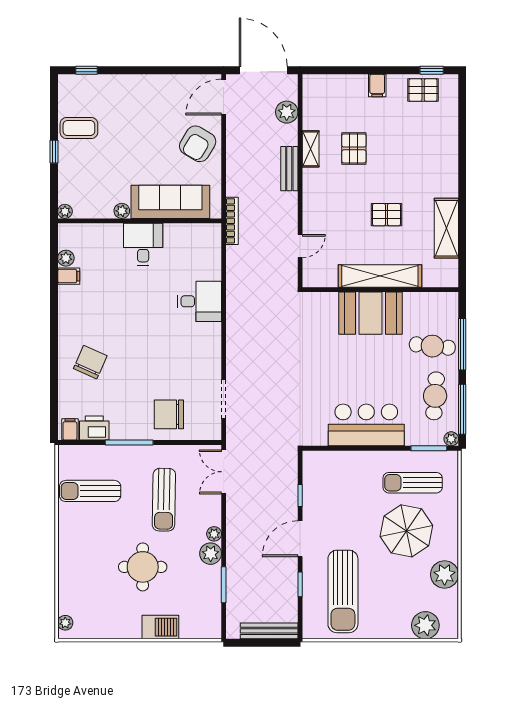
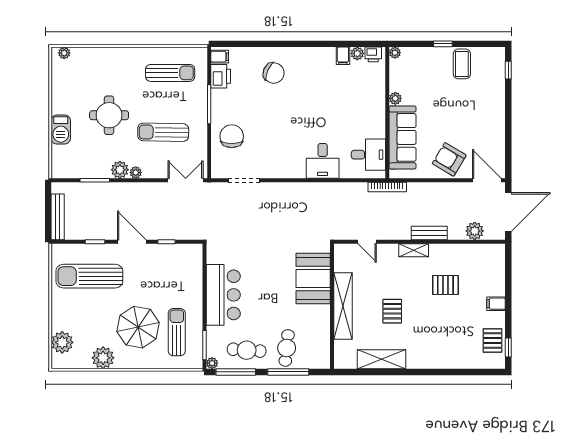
shelving: (311, 149) -> (414, 250), moved
printer: (67, 238) -> (373, 54), added
desk: (143, 244) -> (368, 155), moved
booth: (371, 313) -> (313, 278), moved
sun lounger: (90, 491) -> (170, 73), turned 90

